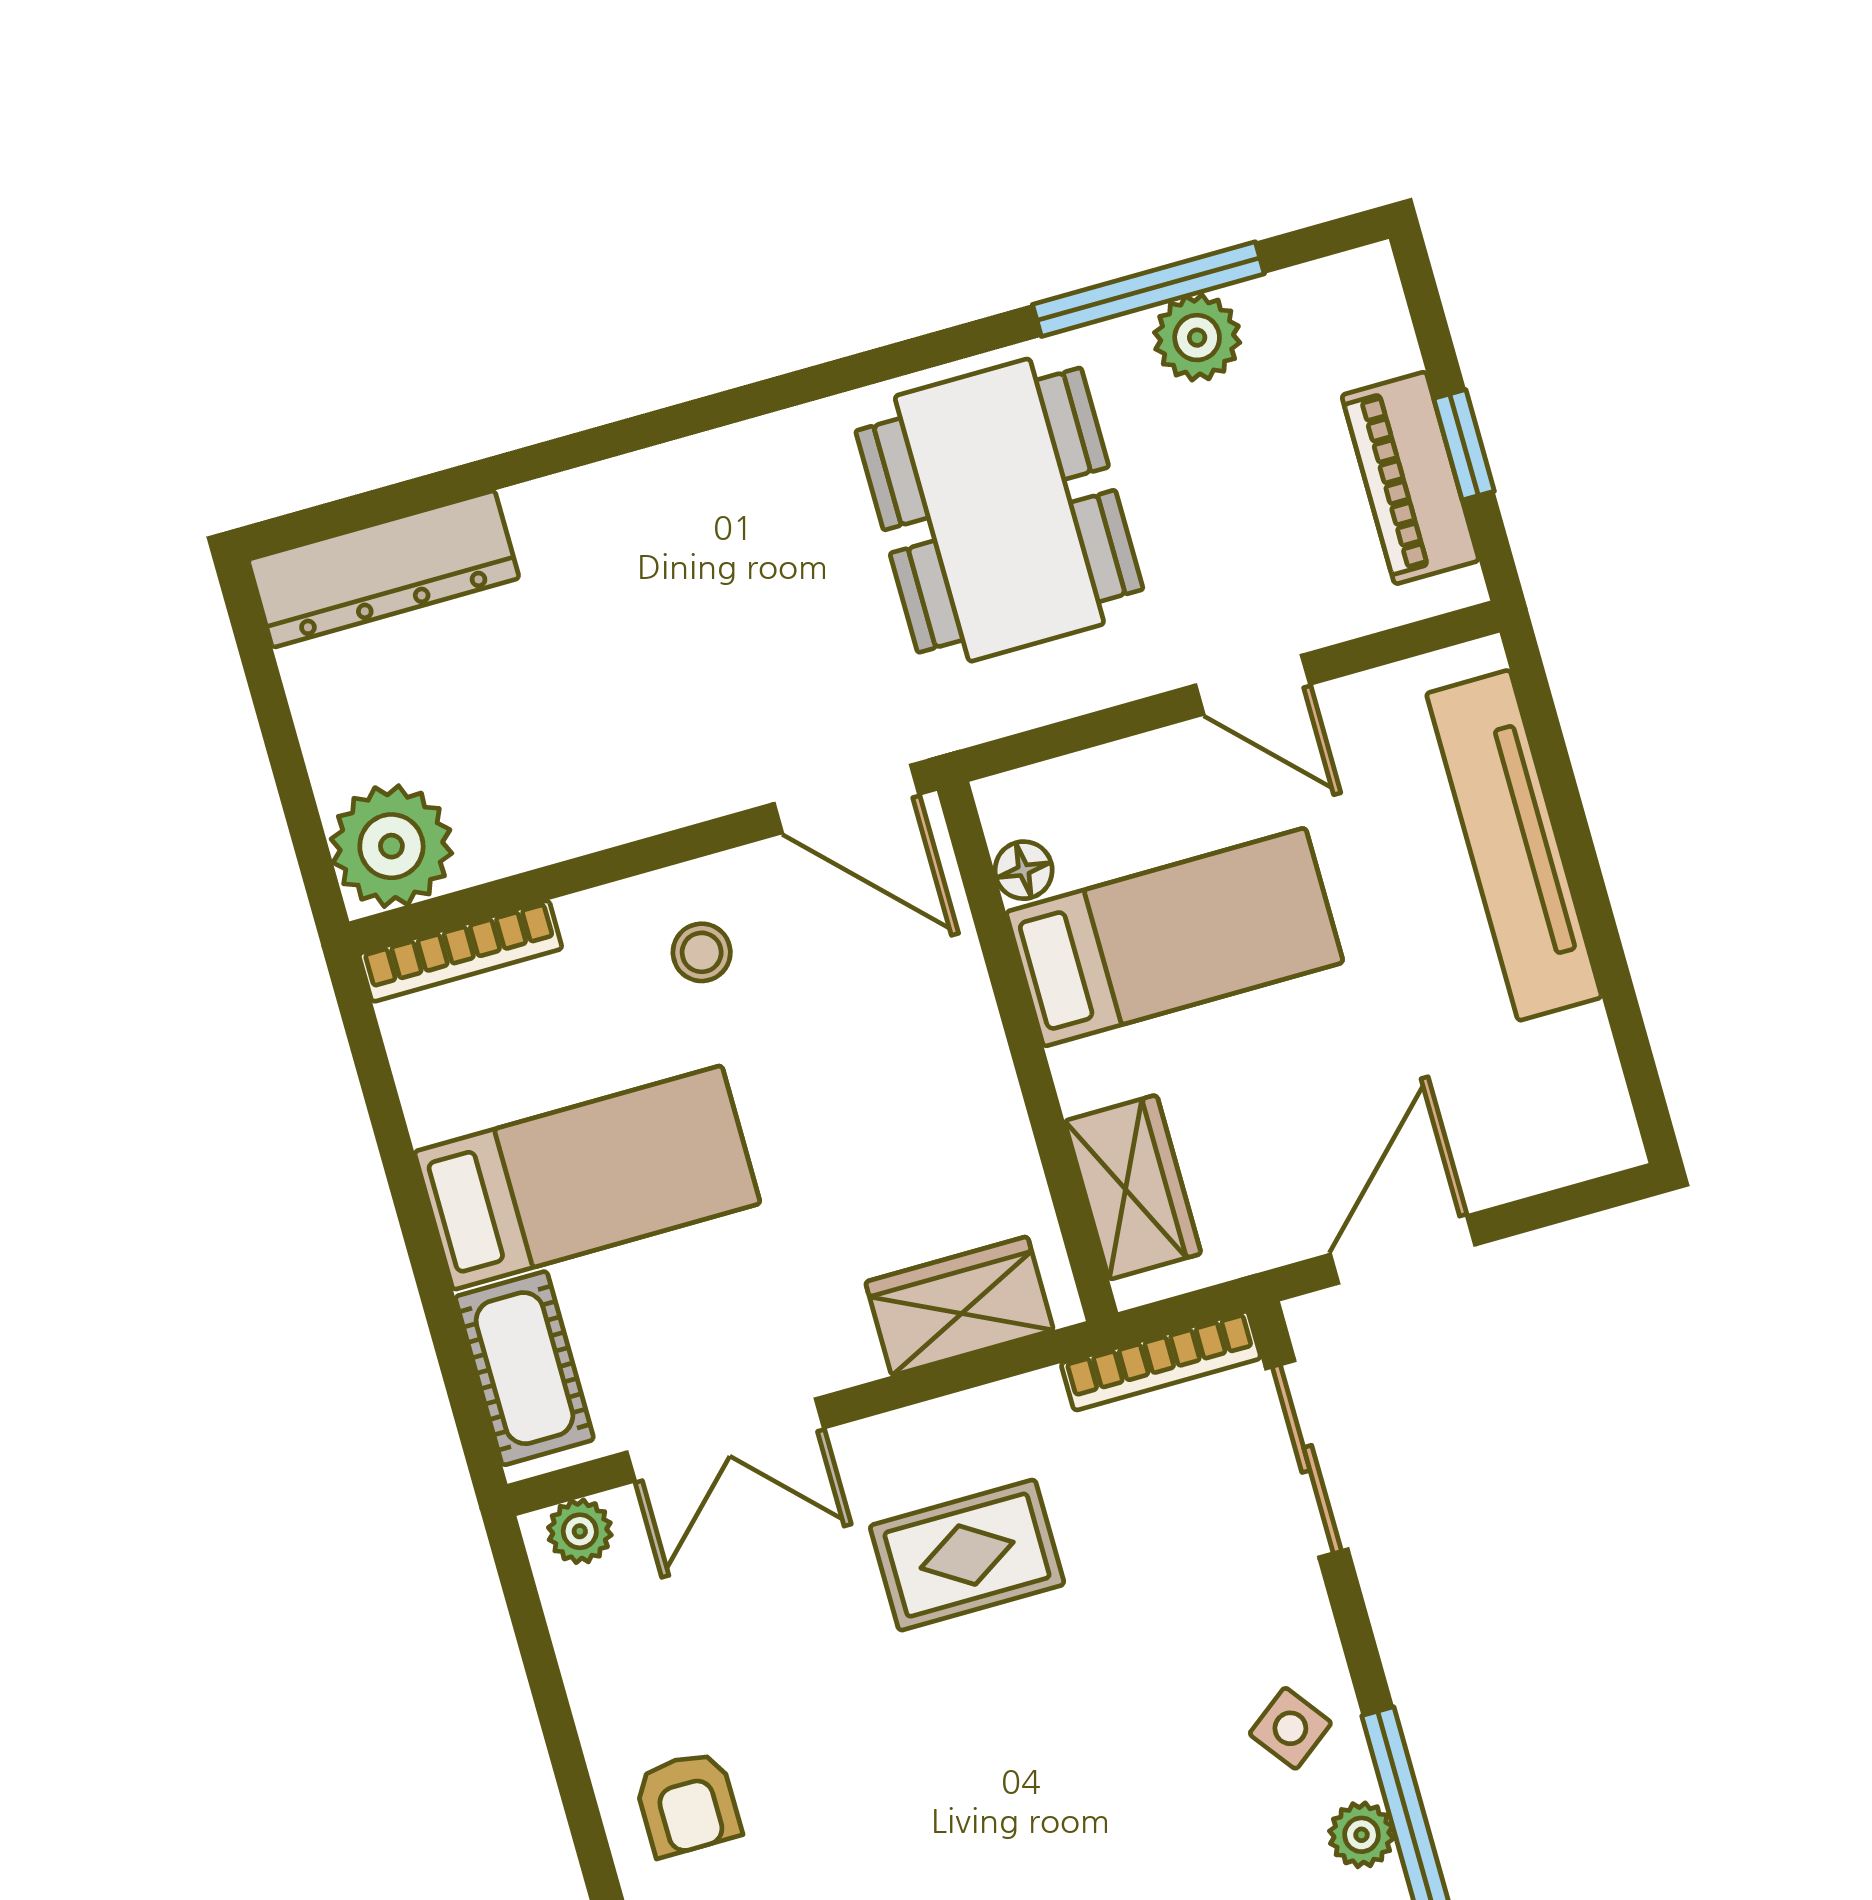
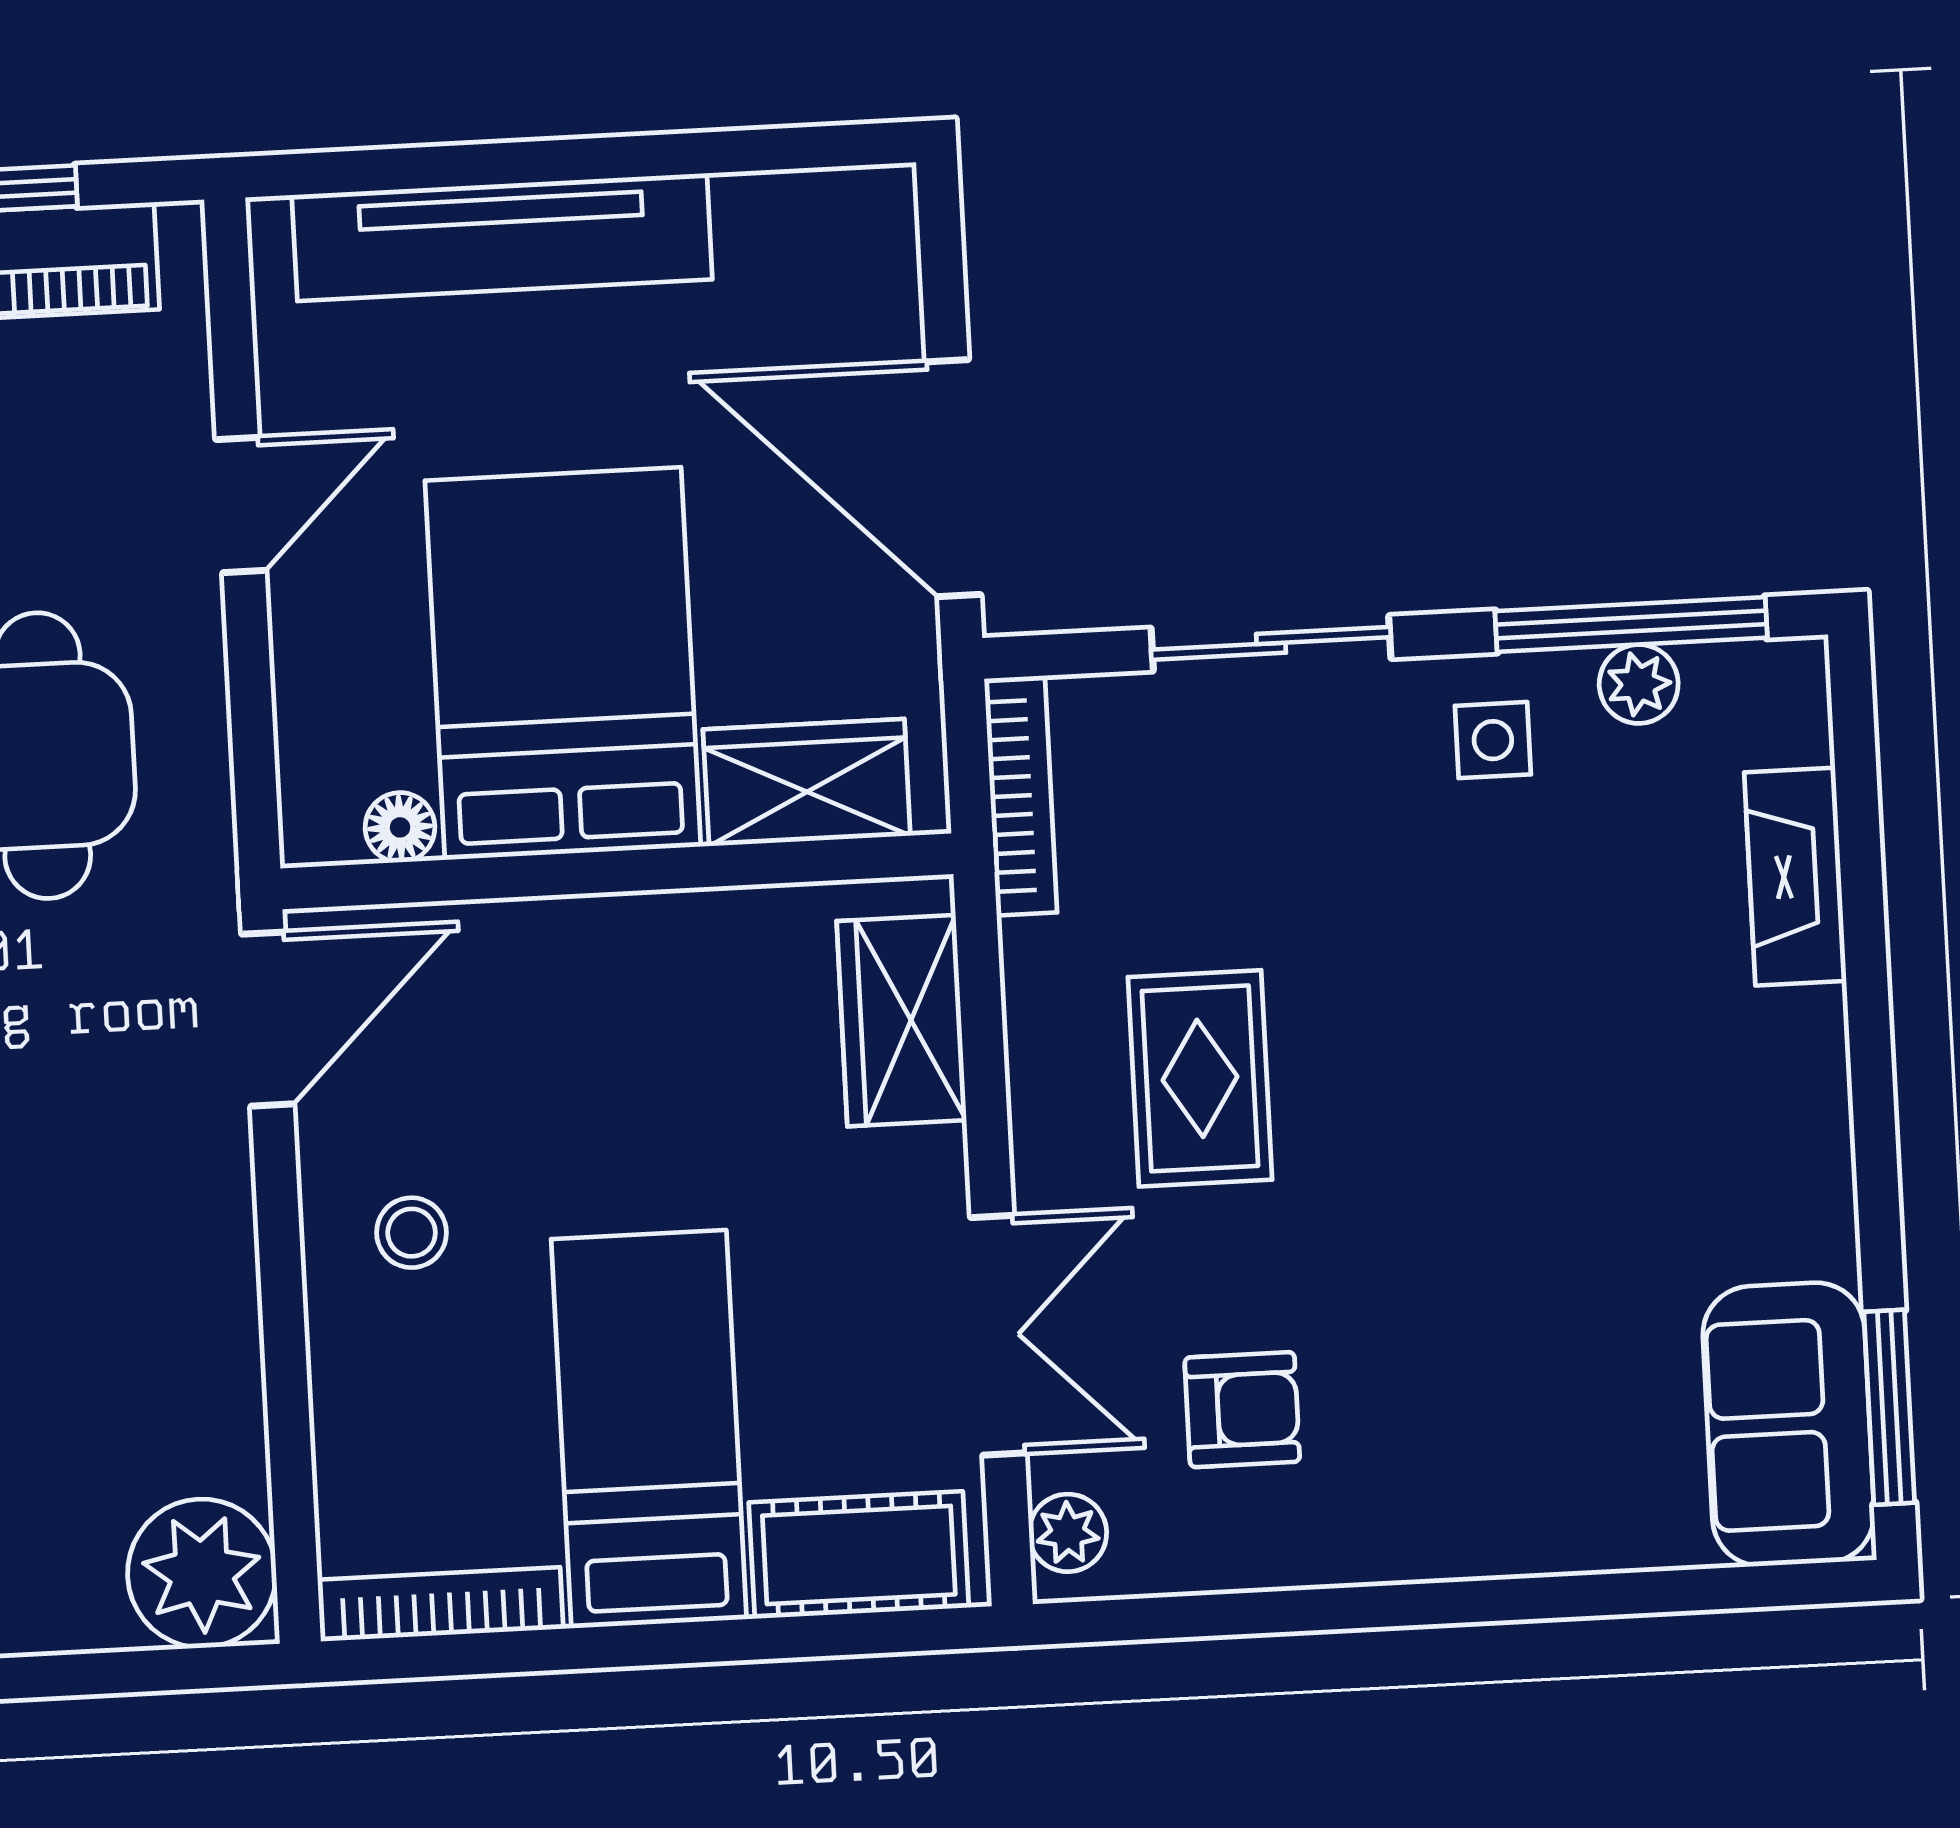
bed: (1175, 937) -> (563, 664), width x1.50
bookcase: (460, 951) -> (441, 1604), moved, turned -90
door: (1403, 1250) -> (953, 478), width x1.36
sliding door: (1307, 1459) -> (1271, 643), moved
side table: (1290, 1728) -> (1493, 740), turned 37
armchair: (687, 1804) -> (1242, 1410), moved

